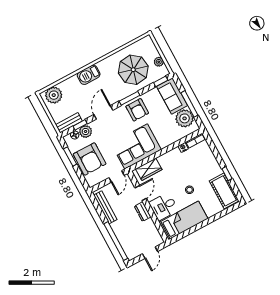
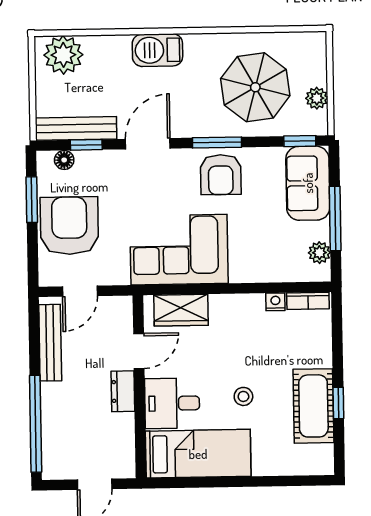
plant: (185, 118) -> (319, 253), width x0.53, depth x0.53
bench: (69, 123) -> (76, 128), width x1.36
plant: (86, 132) -> (90, 164), removed
armchair: (90, 159) -> (69, 226), turned 180
door: (117, 176) -> (80, 291), moved
cot: (224, 191) -> (313, 406), moved

